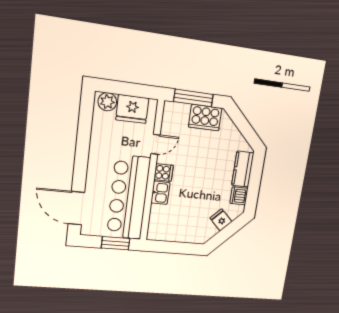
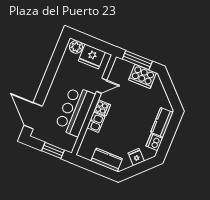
bar counter: (128, 197) -> (75, 111), width x0.73
kitchen counter: (186, 234) -> (107, 160), added

